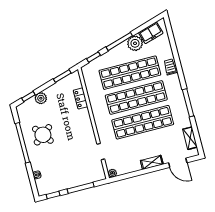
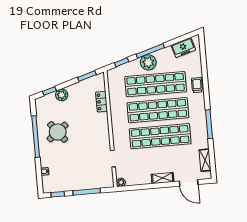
plant: (135, 43) -> (148, 62), moved

